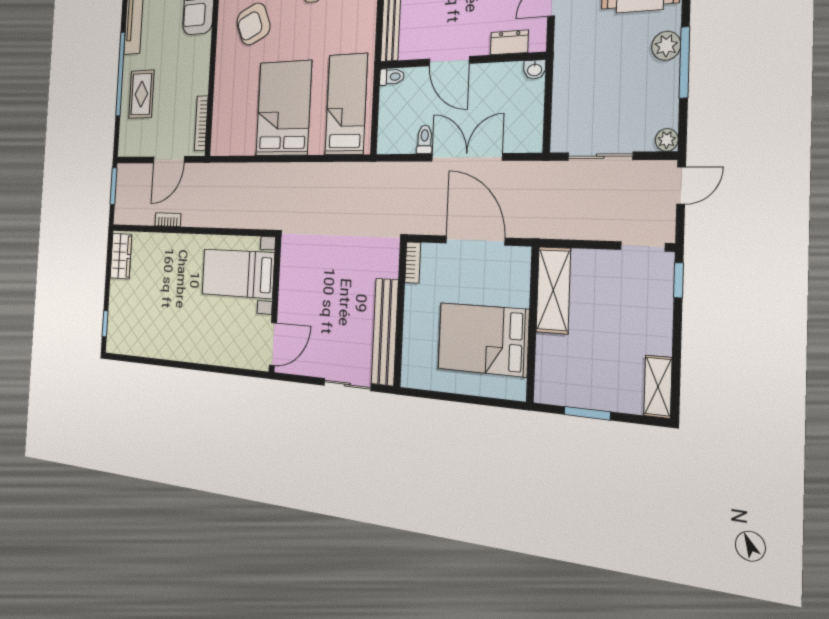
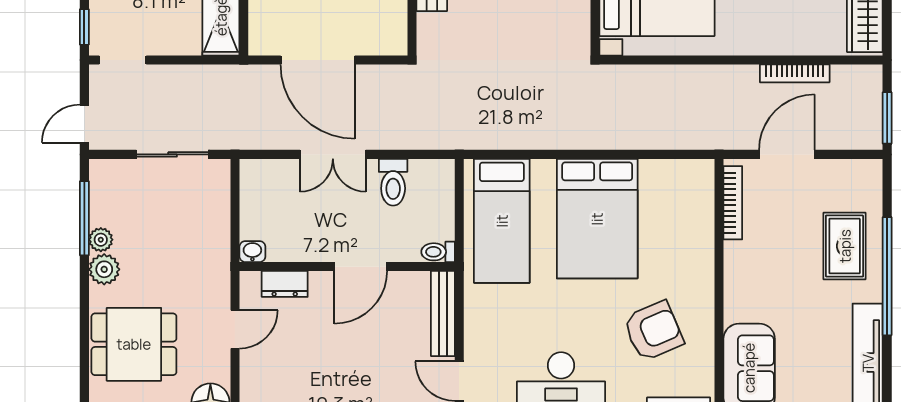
door: (449, 61) -> (361, 267), swing flipped
window: (684, 62) -> (84, 218), moved
toilet: (425, 139) -> (393, 182), width x1.37, depth x1.39
plant: (667, 140) -> (101, 240), moved
double door: (467, 157) -> (333, 154), width x0.73
bookcase: (168, 220) -> (795, 73), width x1.56
bookcase: (413, 263) -> (398, 32), removed

